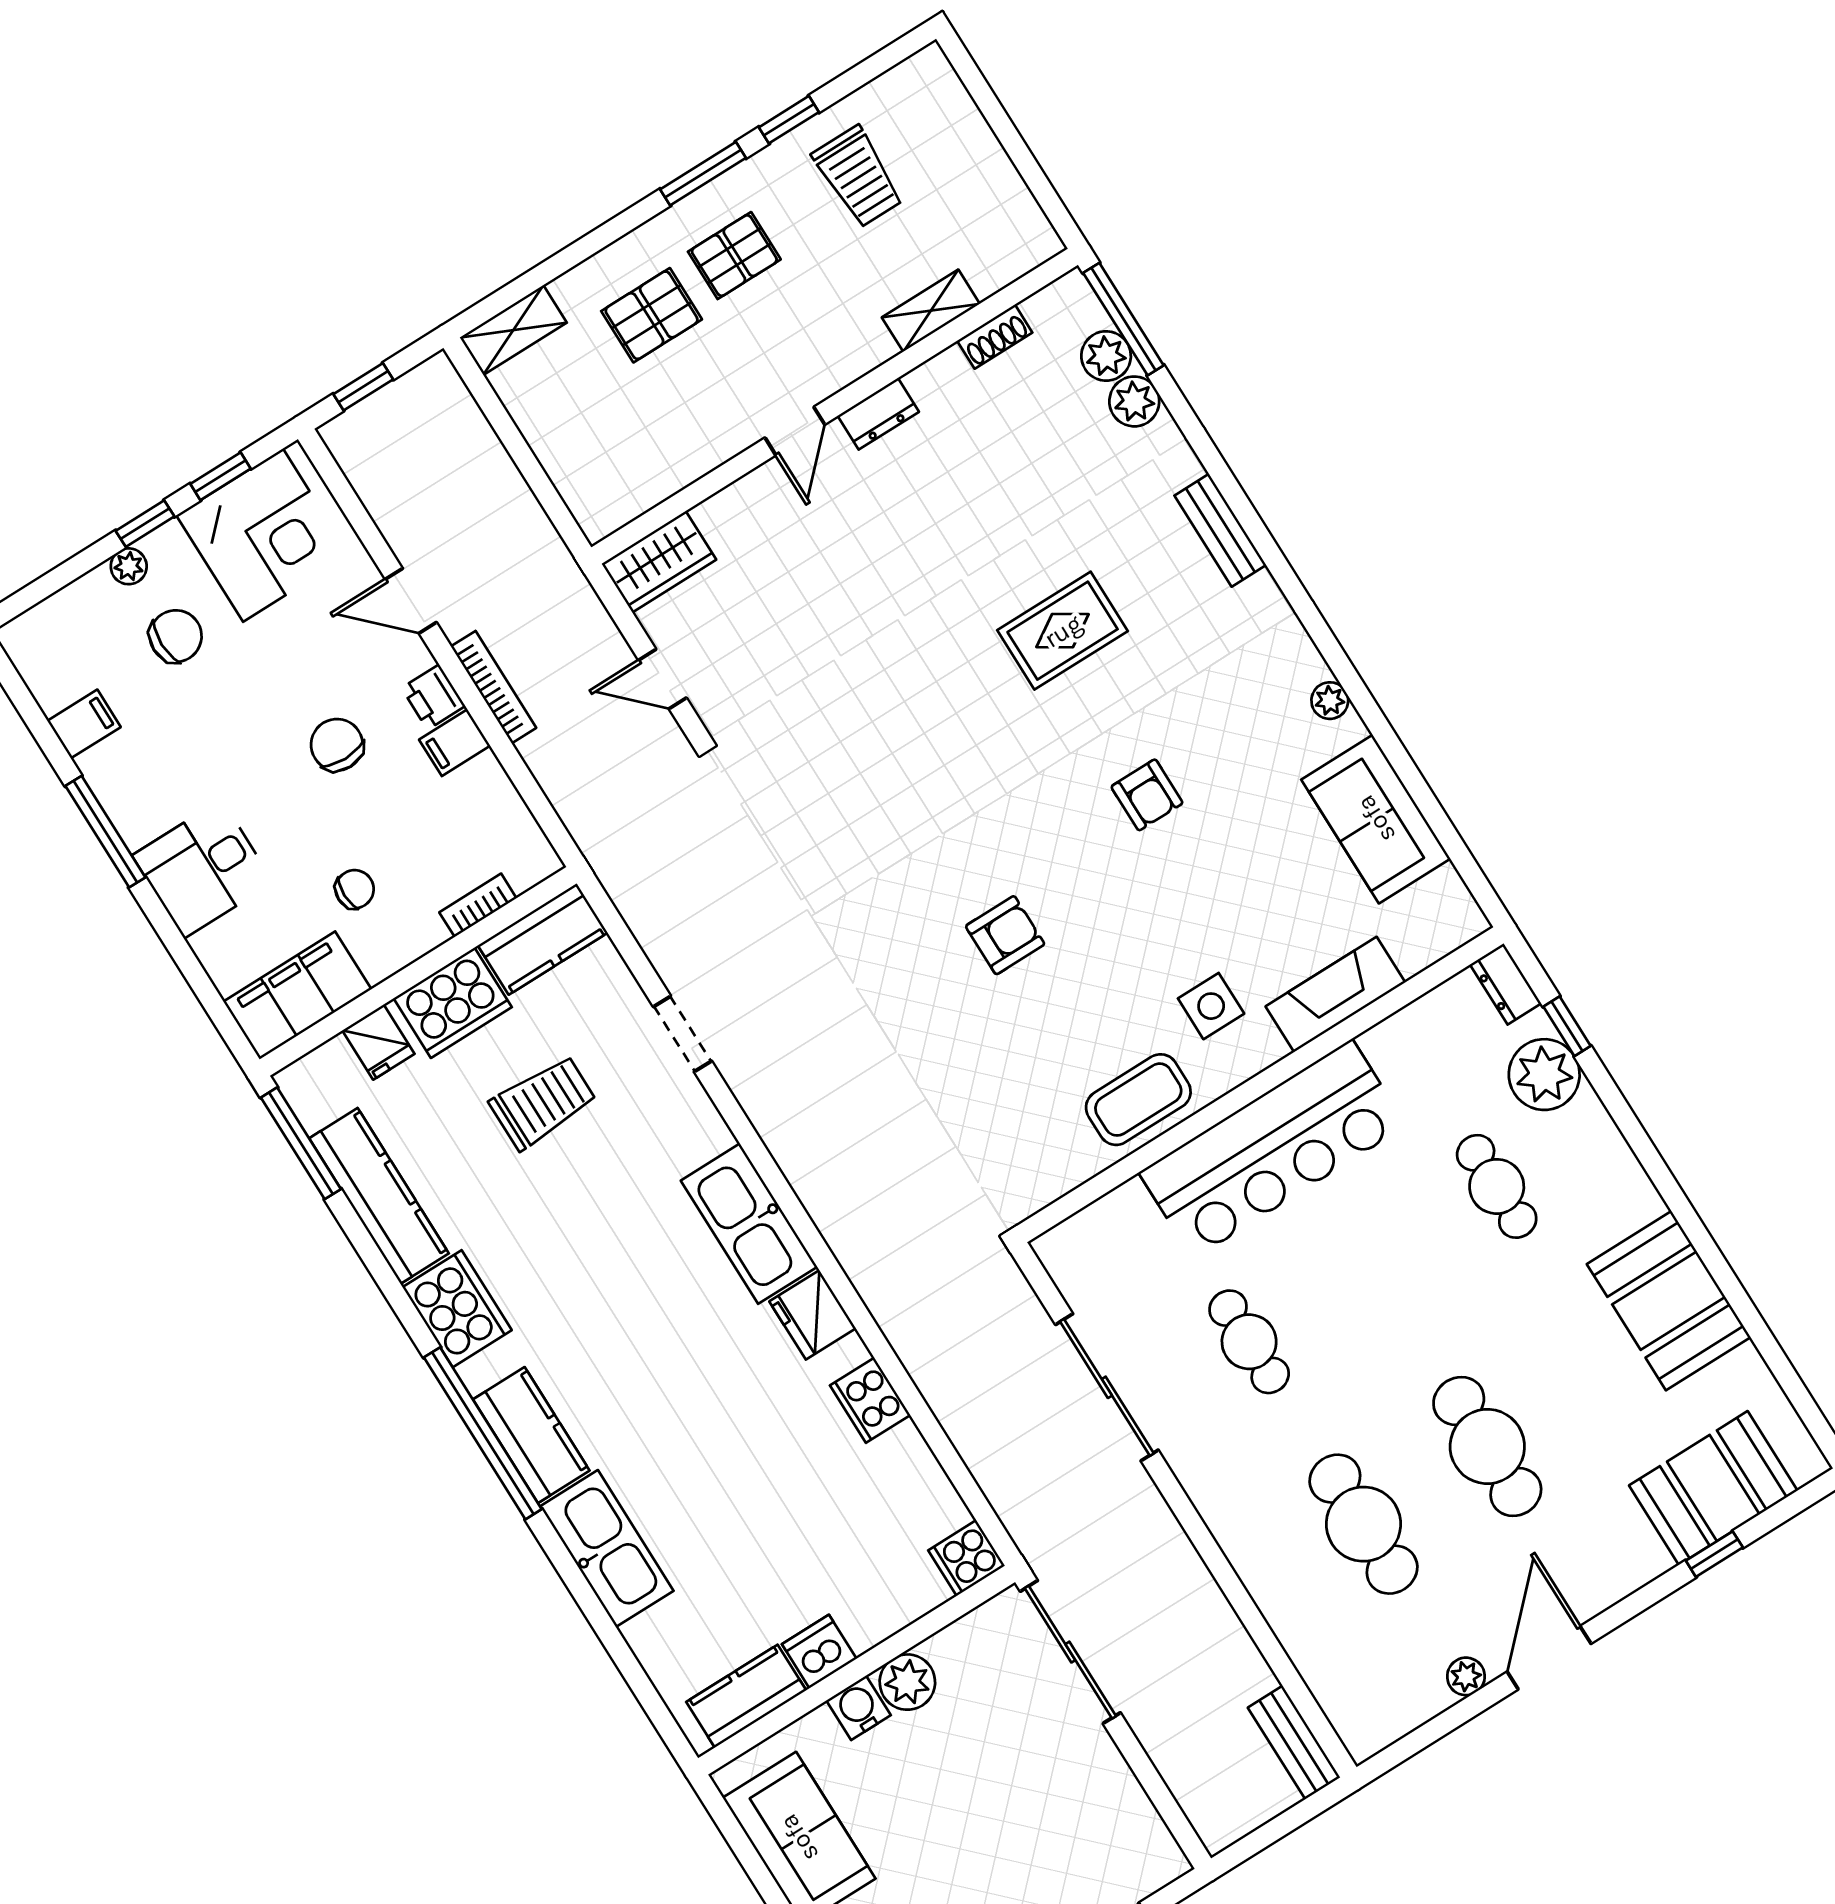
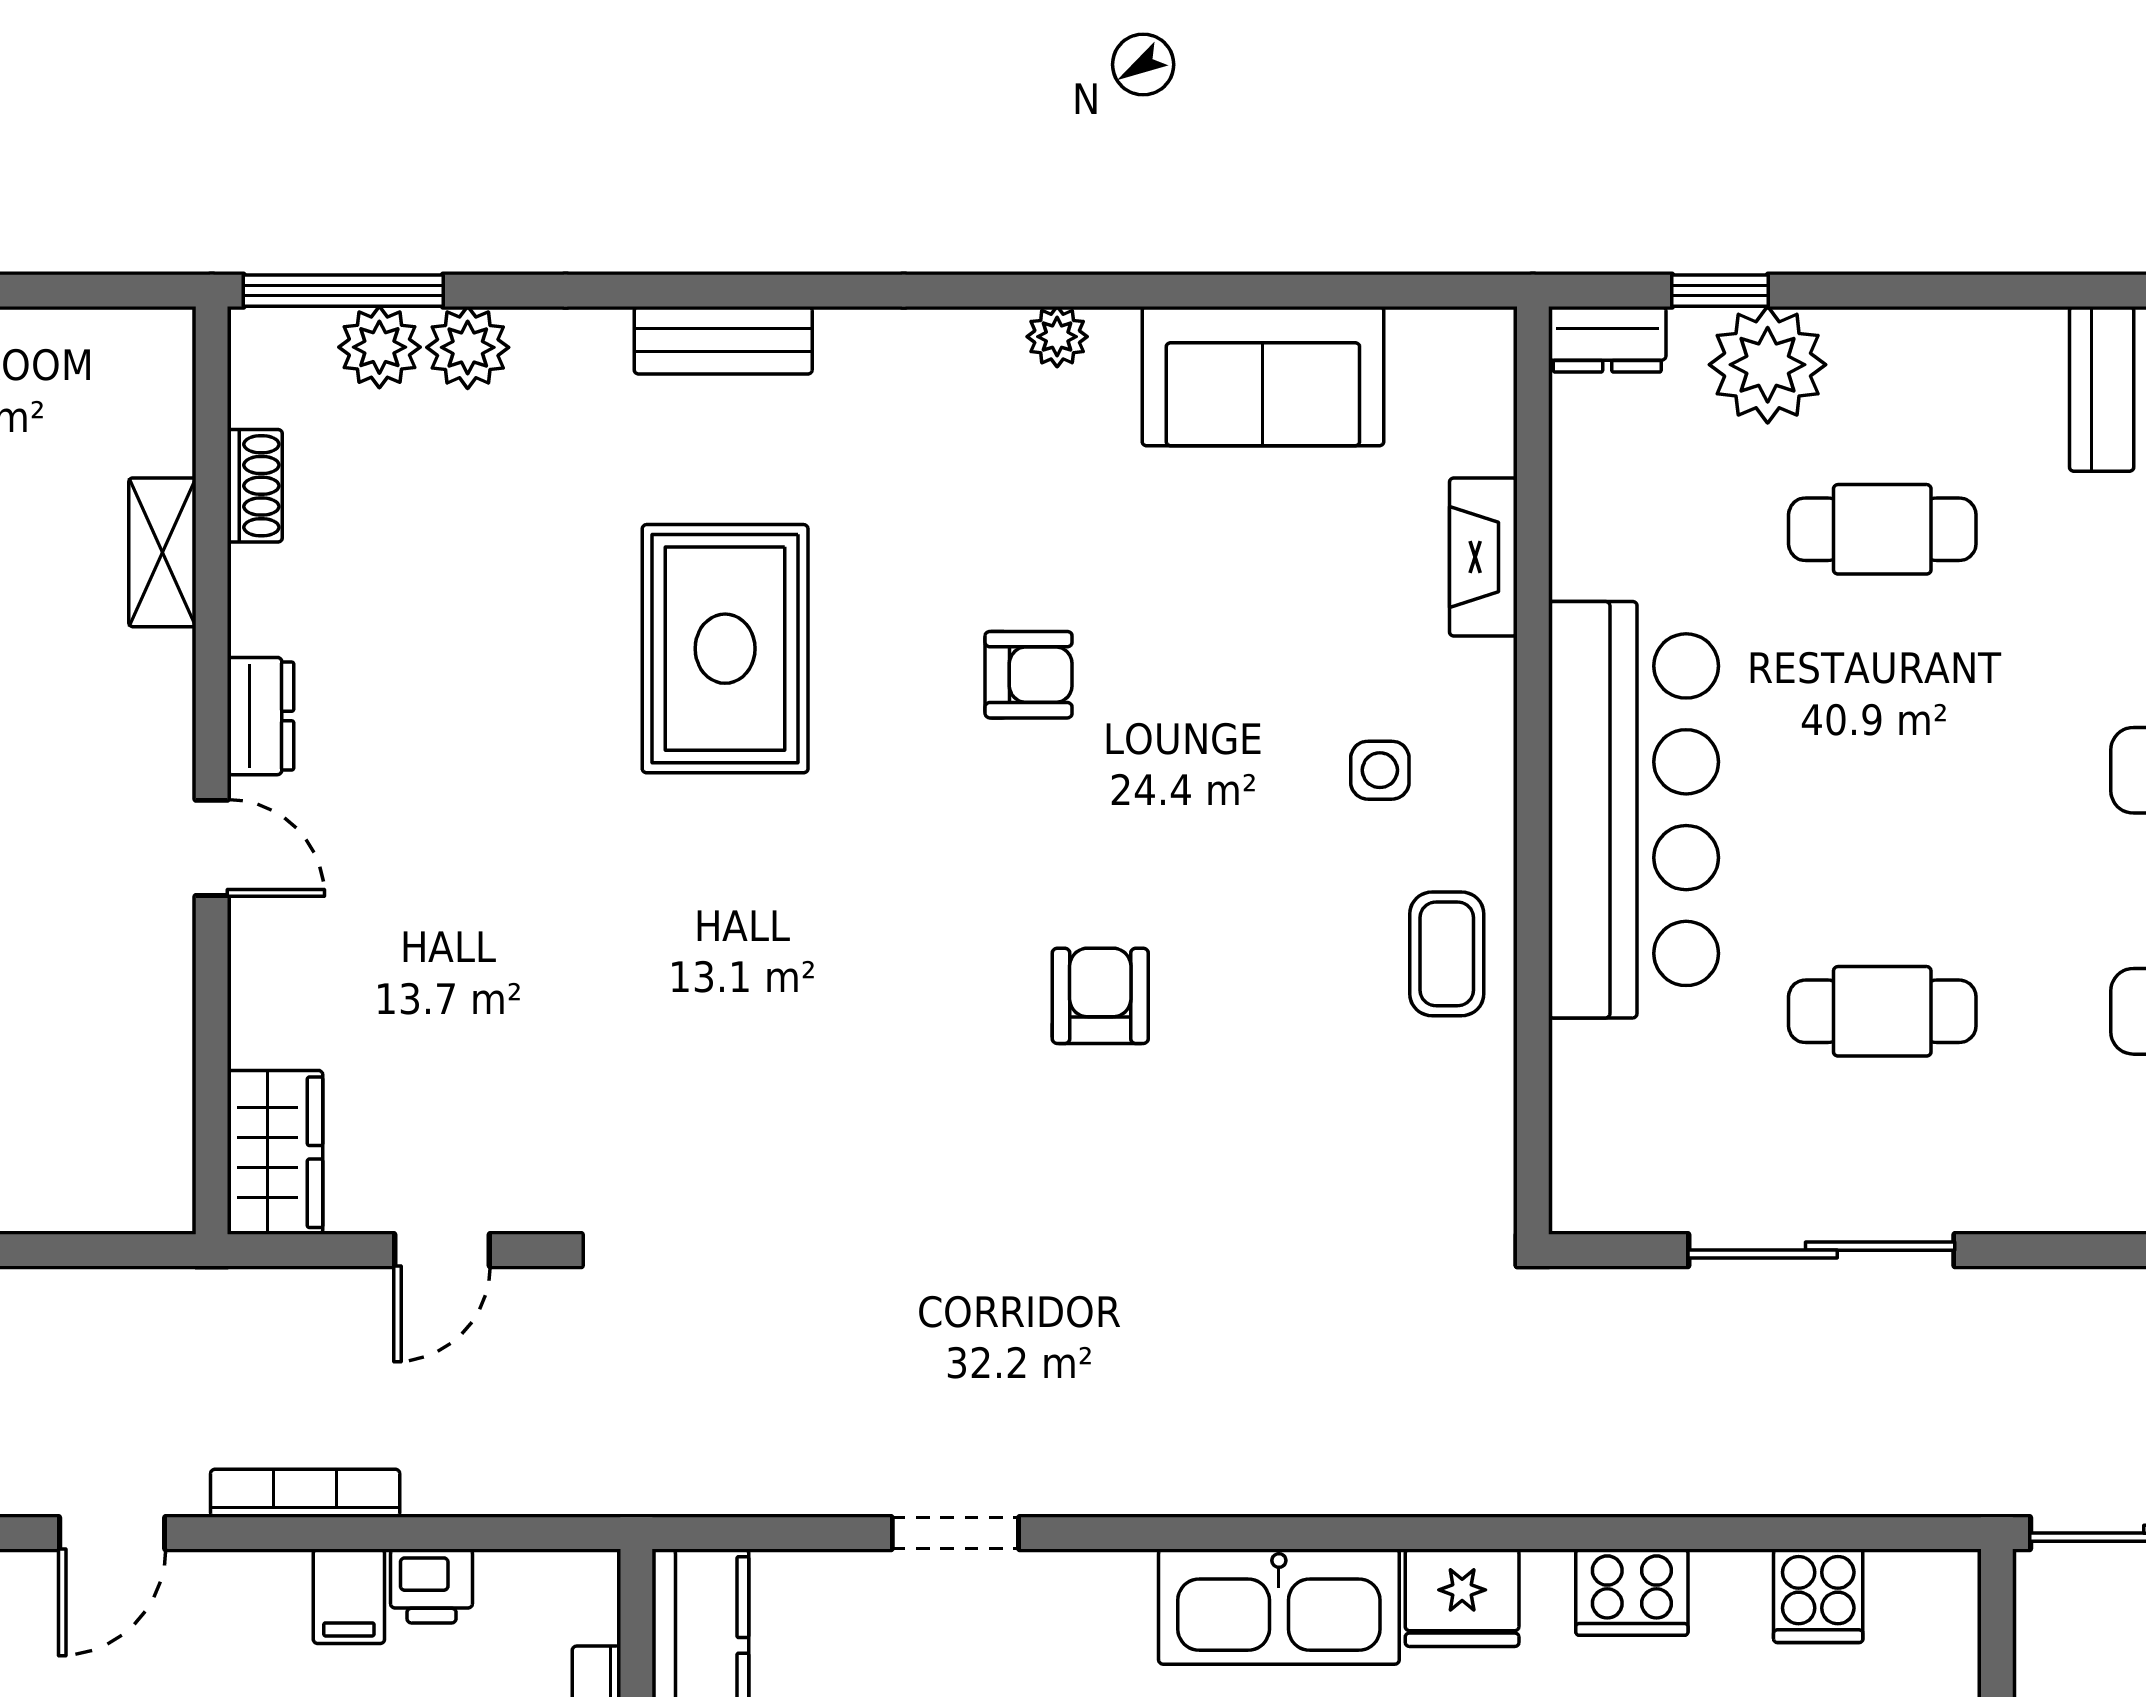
rug: (1063, 631) -> (725, 649), width x1.36, depth x1.43
printer: (433, 697) -> (432, 1586), moved
fireplace: (1335, 994) -> (1483, 557), width x0.73, depth x0.76
side table: (1211, 1006) -> (1380, 770), width x0.73, depth x0.73
coffee table: (1138, 1100) -> (1447, 954), width x0.73, depth x0.77
cooker: (966, 1558) -> (1818, 1596), moved

